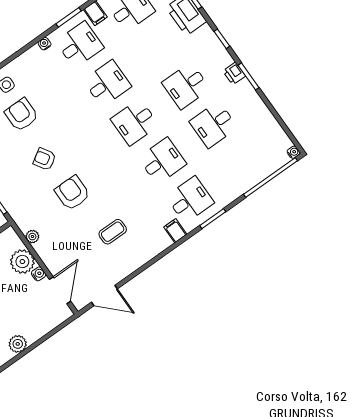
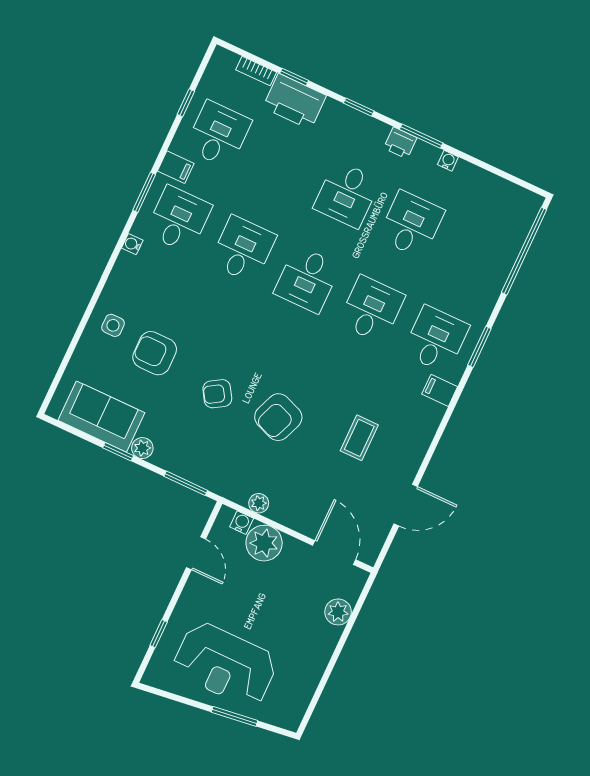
desk: (214, 125) -> (411, 224), turned 180
water cooler: (293, 152) -> (448, 161), moved
armchair: (72, 193) -> (278, 417), turned -69
water cooler: (39, 274) -> (242, 523), moved
door: (104, 296) -> (406, 505), moved
plant: (18, 344) -> (338, 612), moved

